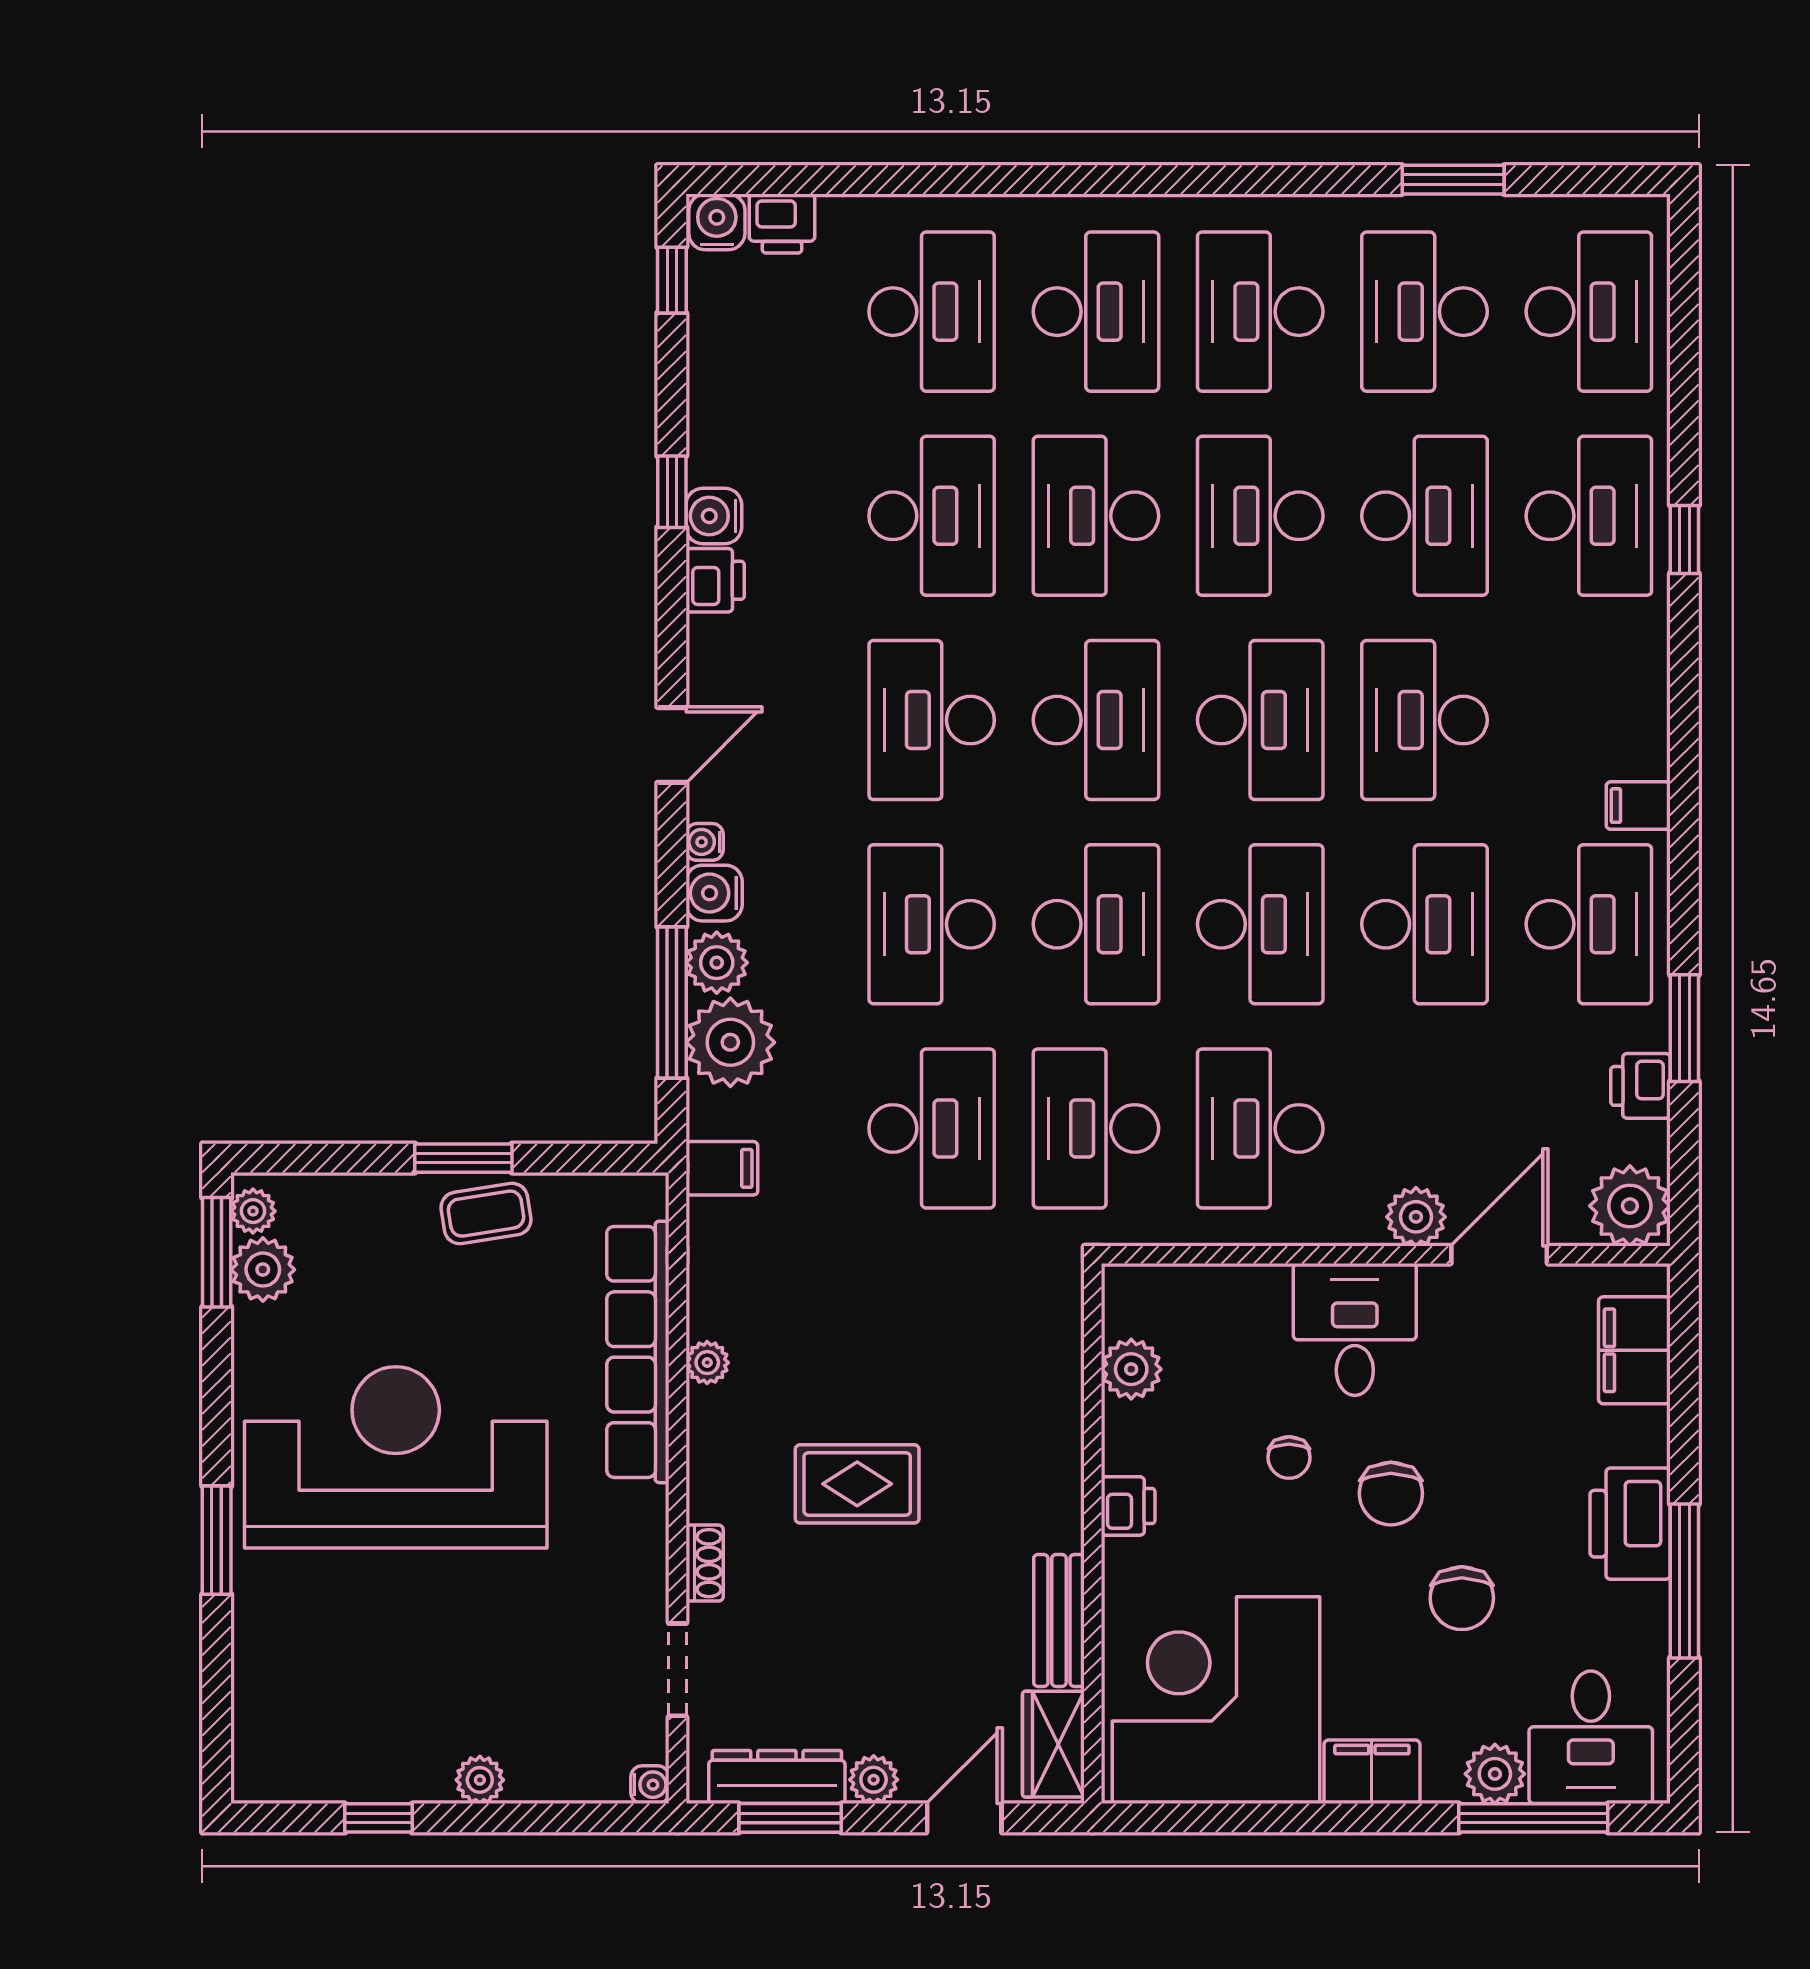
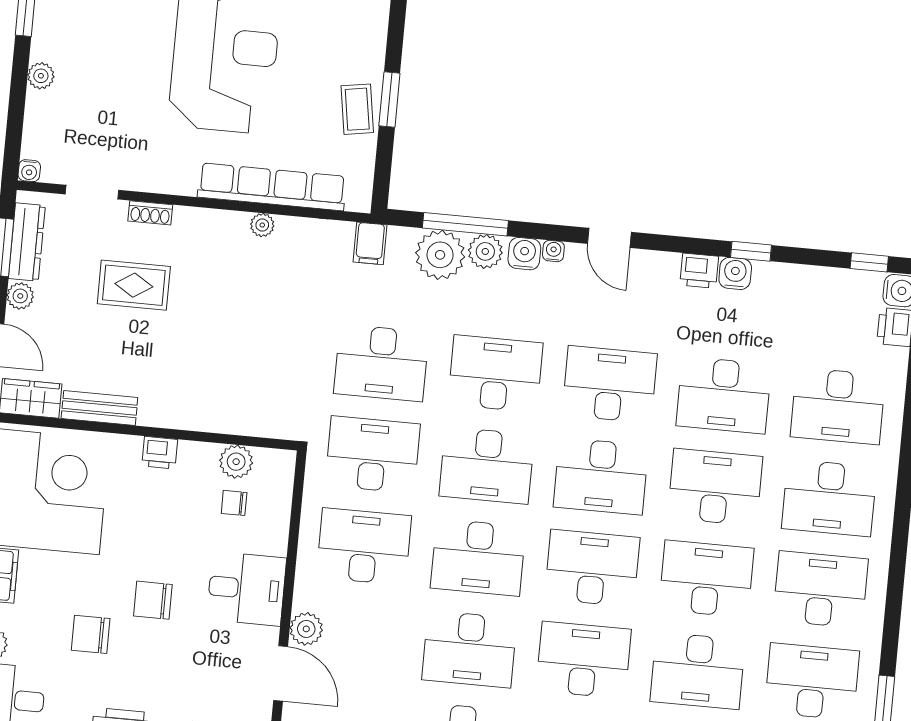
desk: (1260, 720) -> (592, 568), turned 180
chair: (1289, 1458) -> (234, 503), moved
rug: (857, 1484) -> (134, 285), moved, turned 90

